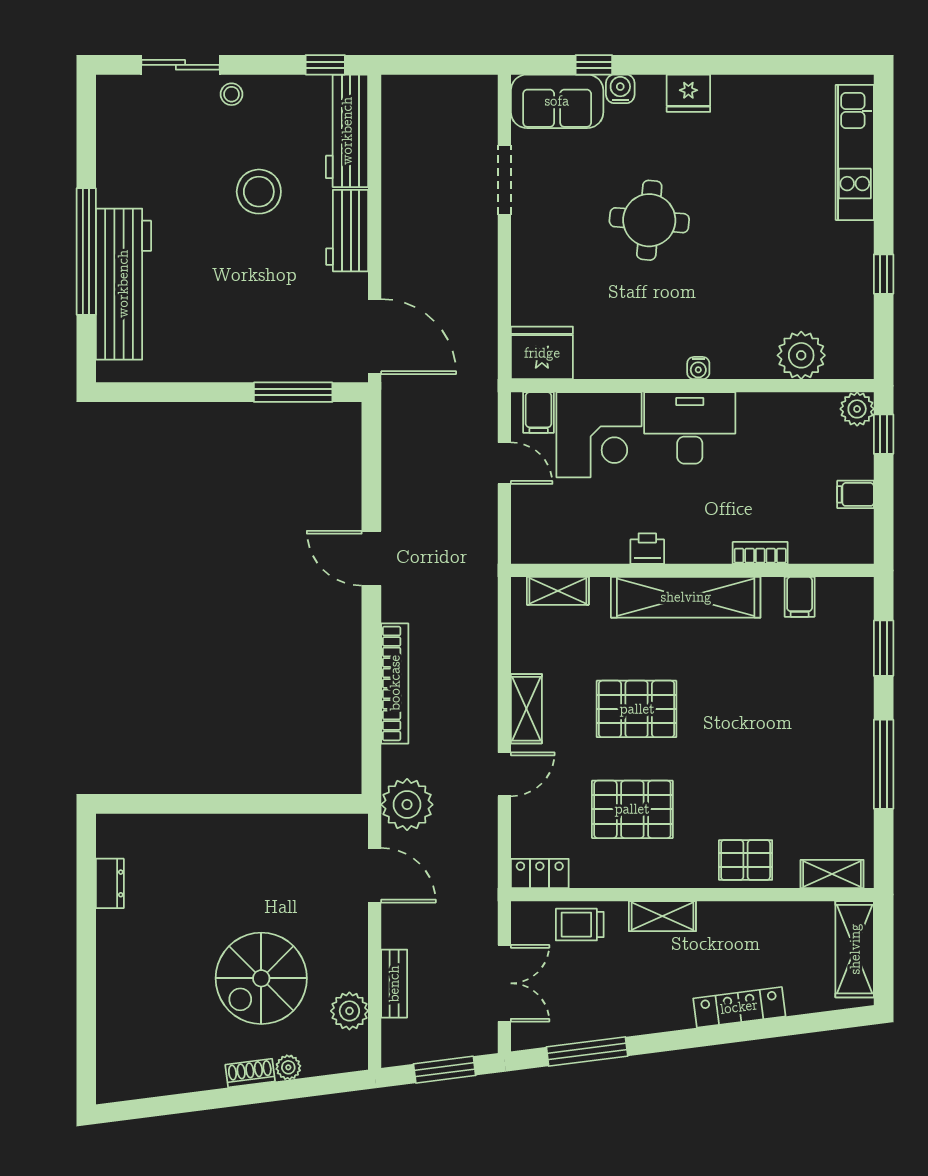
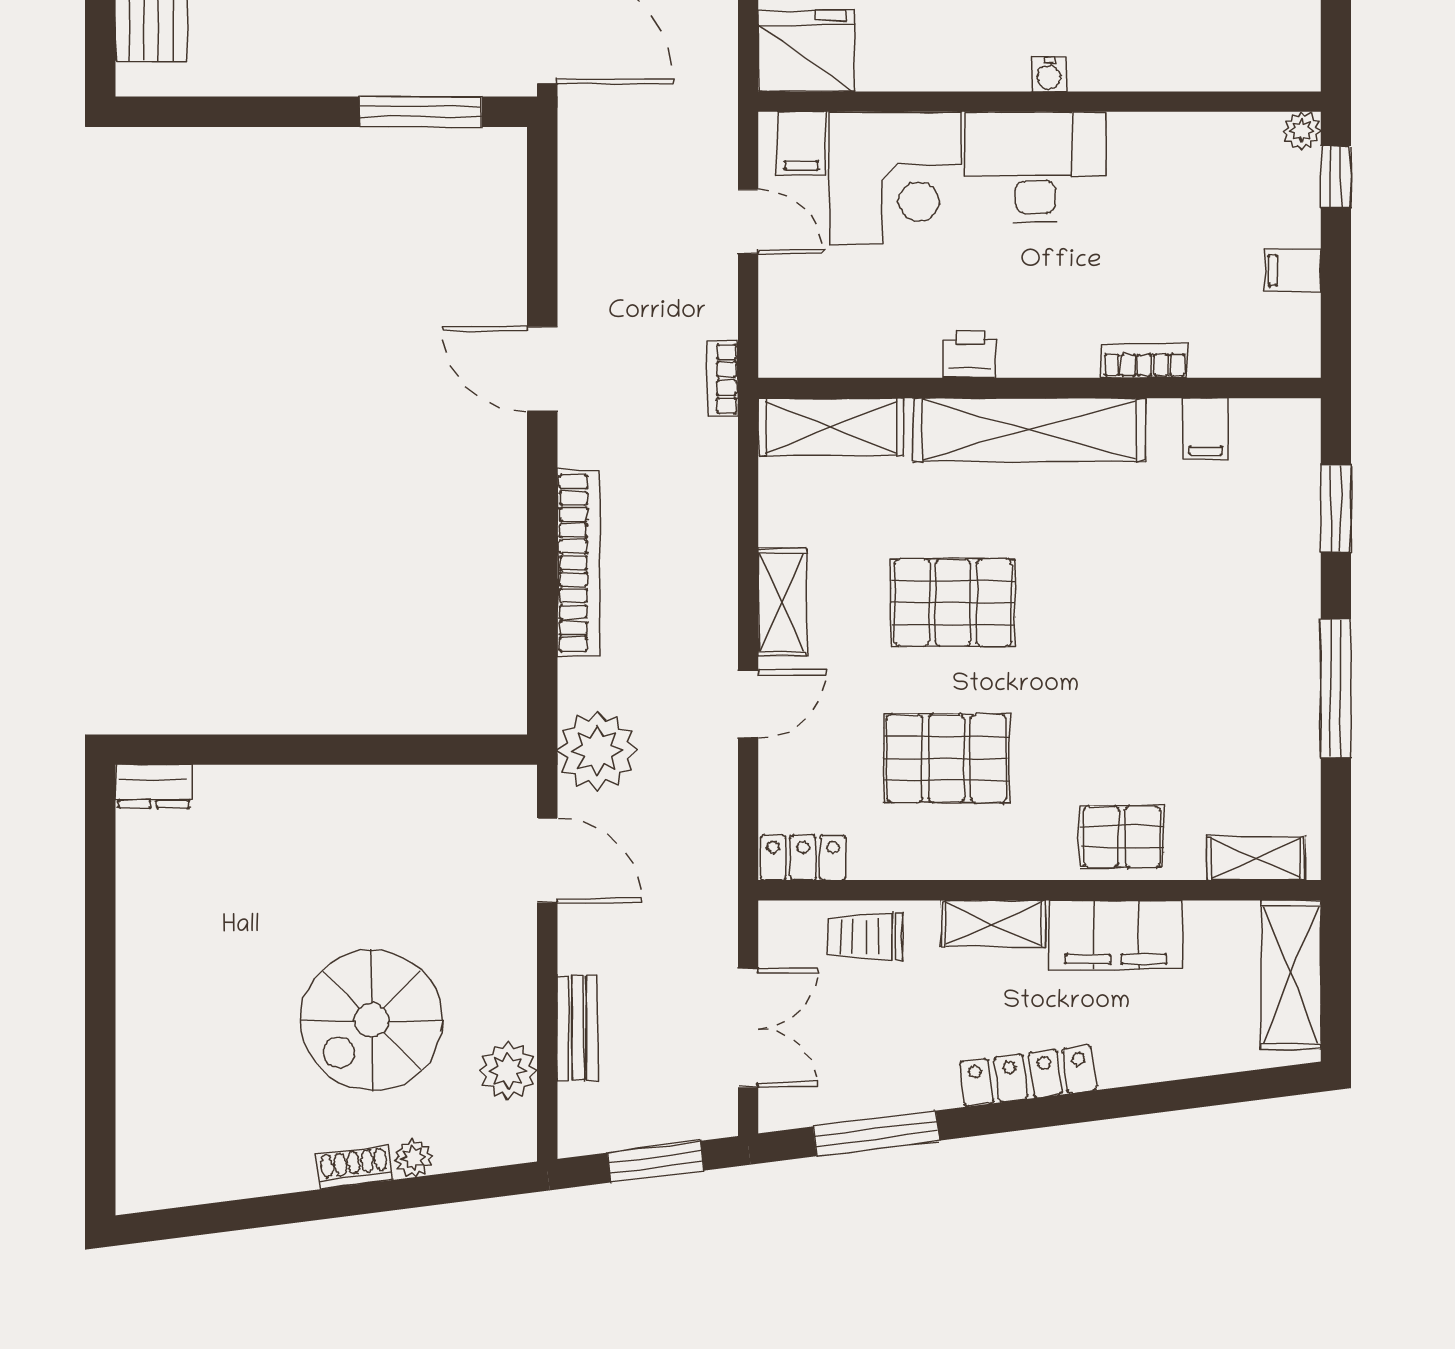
plant: (801, 355) -> (1208, 55), removed
plant: (857, 409) -> (1302, 131), width x0.73, depth x0.73
bookcase: (488, 564) -> (723, 379), added
shelving: (558, 591) -> (831, 427), width x1.50, depth x1.33
dresser: (110, 883) -> (154, 786), moved, turned 90
filing cabinet: (742, 923) -> (1116, 935), added
locker: (739, 1007) -> (1028, 1076), moved

